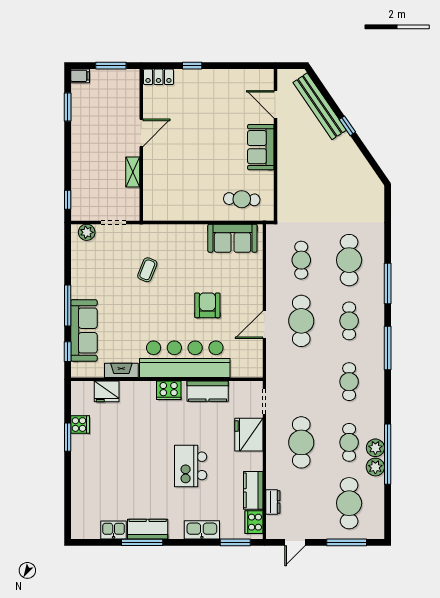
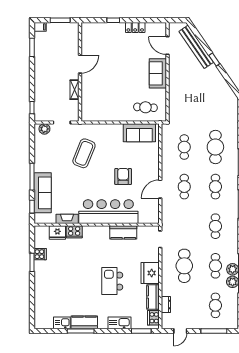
locker: (158, 77) -> (135, 28), moved
coffee table: (147, 270) -> (84, 153), width x1.86, depth x1.72
cafe table: (301, 321) -> (184, 187), width x0.73, depth x0.74
cooker: (169, 390) -> (74, 232), moved
fridge: (249, 435) -> (150, 273), moved
cafe table: (349, 503) -> (215, 305), width x0.73, depth x0.74

